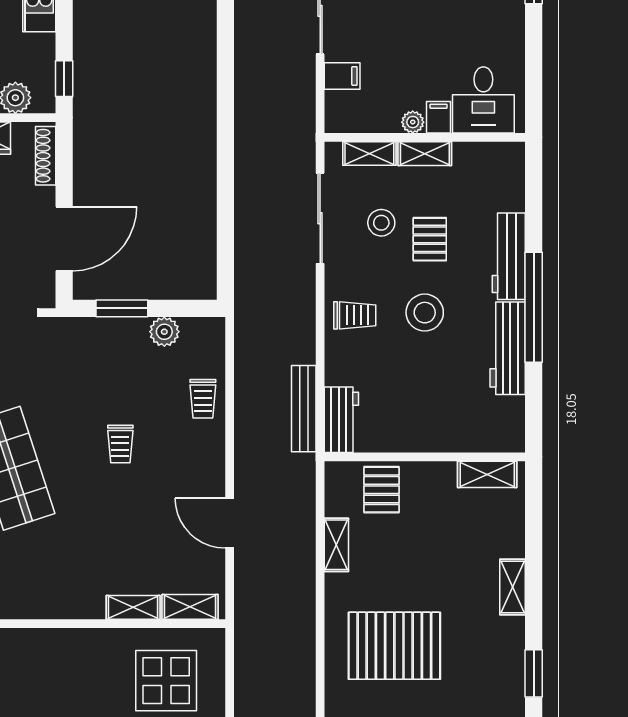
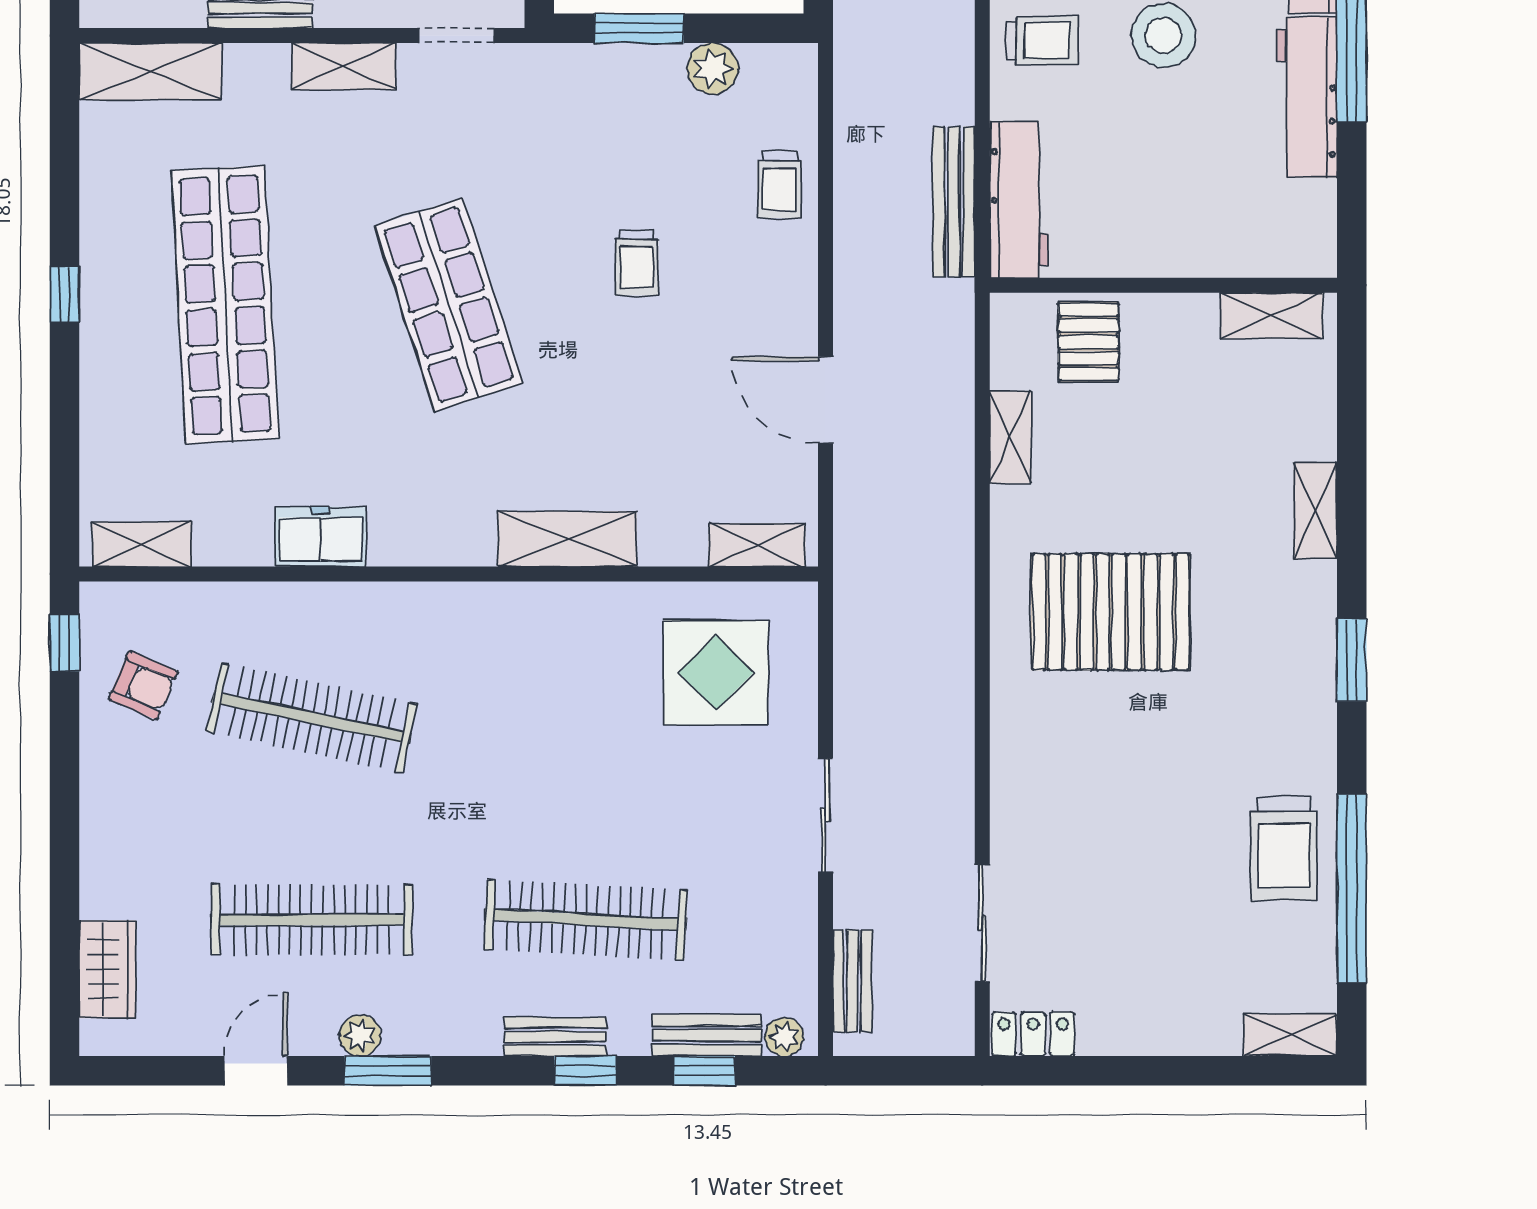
workbench: (341, 420) -> (1019, 200), width x1.38
shelving: (133, 607) -> (567, 539), moved, width x1.50, depth x1.33

